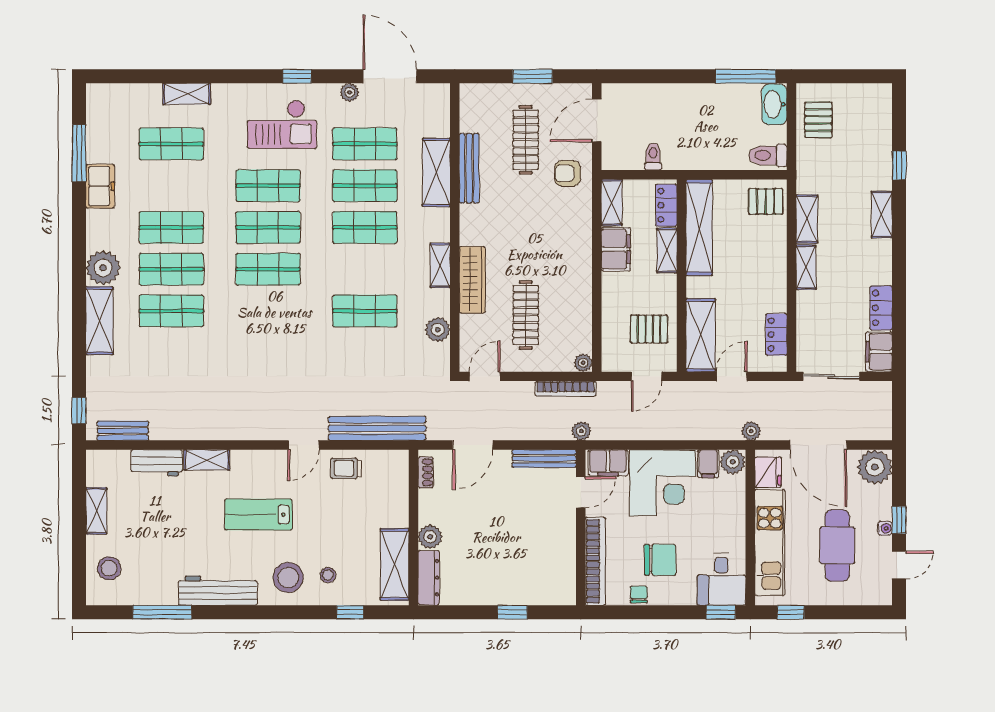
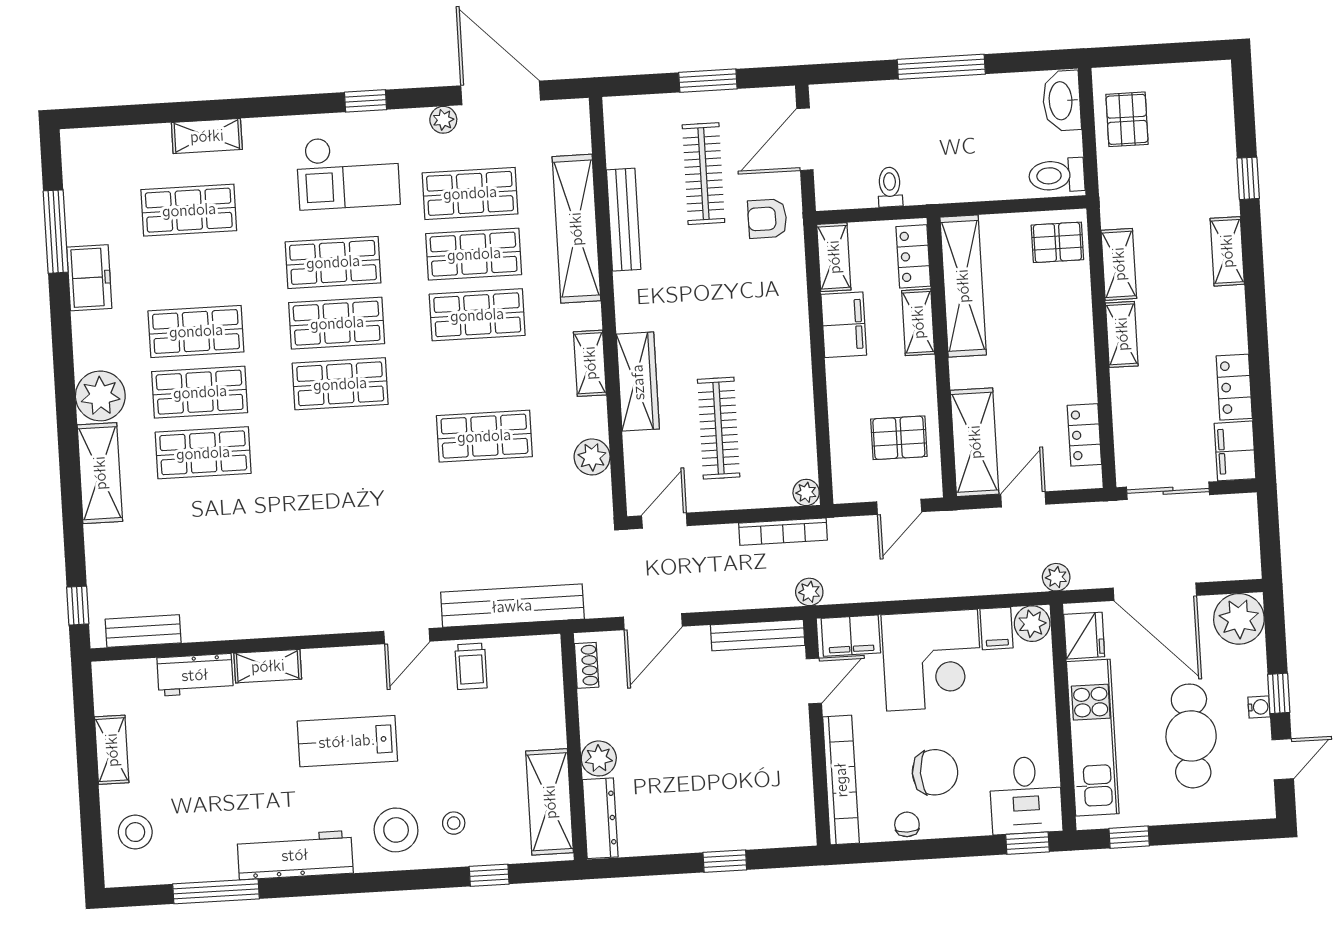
window: (746, 76) -> (941, 67), moved
shelving: (436, 172) -> (576, 229), width x1.47
trolley: (346, 468) -> (471, 666), turned -90

